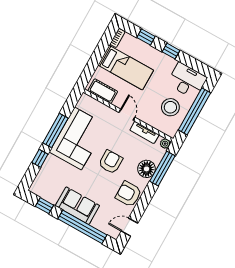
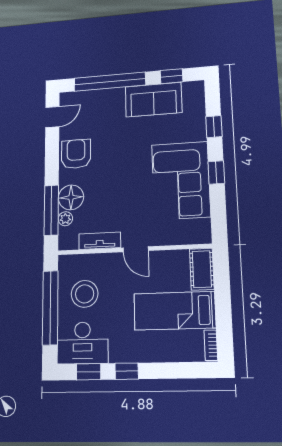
window: (146, 37) -> (89, 372), moved
cot: (103, 91) -> (202, 269), moved, turned 90
window: (55, 131) -> (216, 172), width x0.46
plant: (165, 144) -> (65, 219), moved
armchair: (111, 162) -> (121, 178), removed
armchair: (129, 194) -> (76, 154), turned -90
sofa: (77, 206) -> (153, 100), moved

